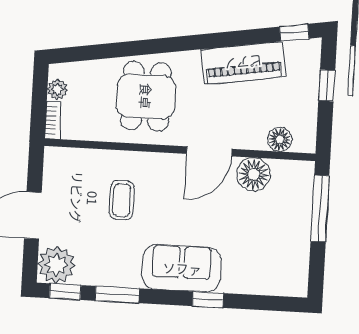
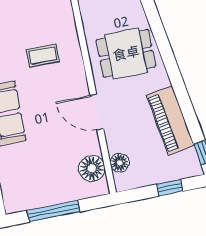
floor lamp: (253, 174) -> (92, 168), moved
window: (320, 209) -> (54, 211), moved

